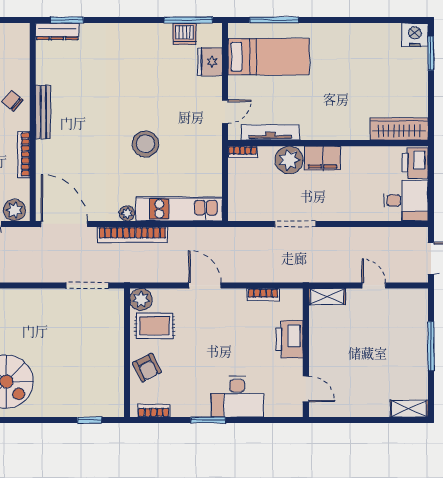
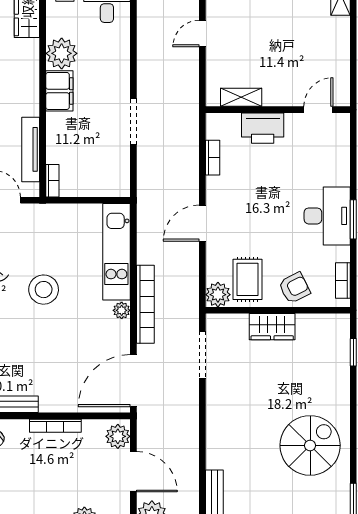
plant: (289, 160) -> (62, 53), moved
shelving: (327, 297) -> (241, 97), moved, turned 90
wardrobe: (112, 348) -> (272, 327), added
desk: (237, 397) -> (327, 216), moved

